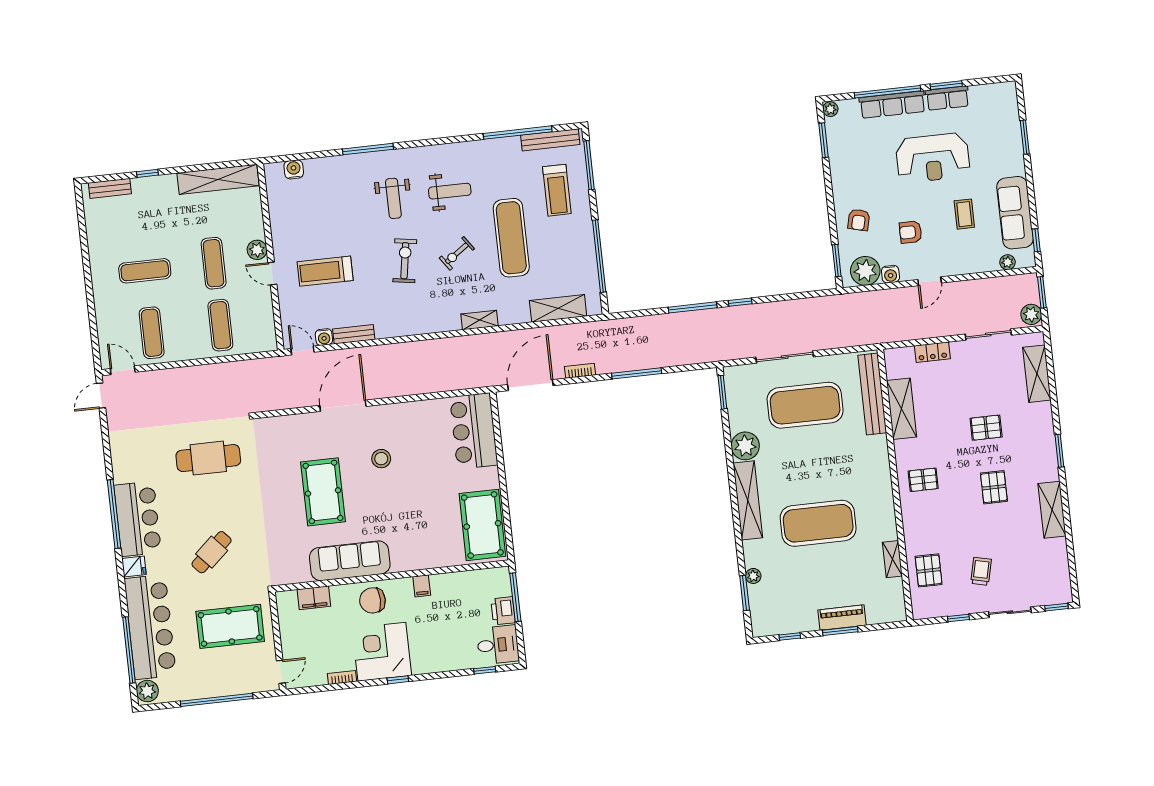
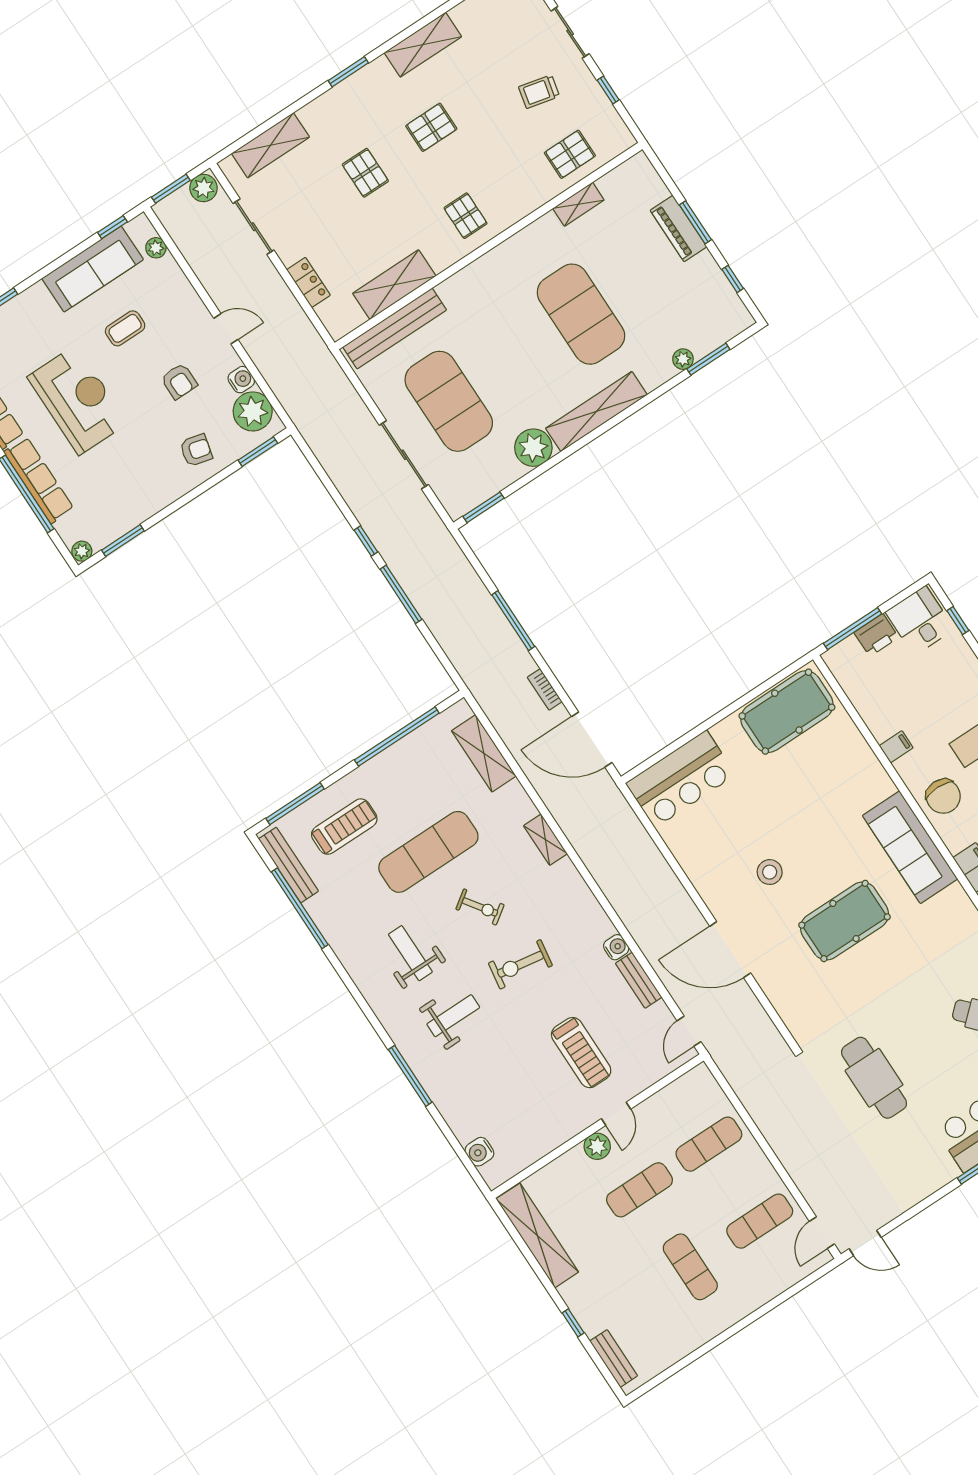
water cooler: (324, 337) -> (616, 947), moved

